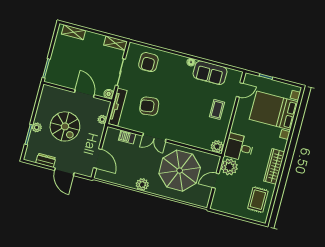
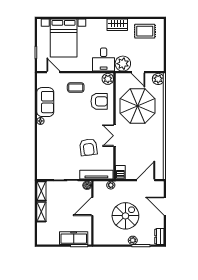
shelving: (74, 32) -> (41, 212), moved
armchair: (148, 62) -> (99, 101), moved
freezer: (56, 65) -> (74, 238), added
barbecue: (127, 137) -> (120, 172), moved
double door: (154, 137) -> (115, 136), swing flipped
dresser: (46, 160) -> (159, 237), moved
wardrobe: (274, 166) -> (117, 25), width x0.67
door: (64, 172) -> (165, 206), swing flipped
plant: (142, 184) -> (158, 79), moved

